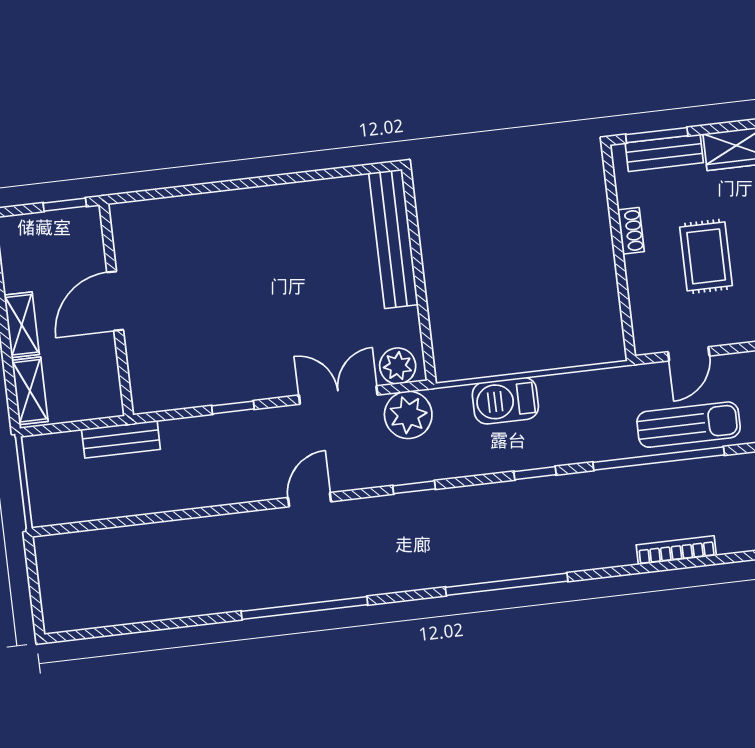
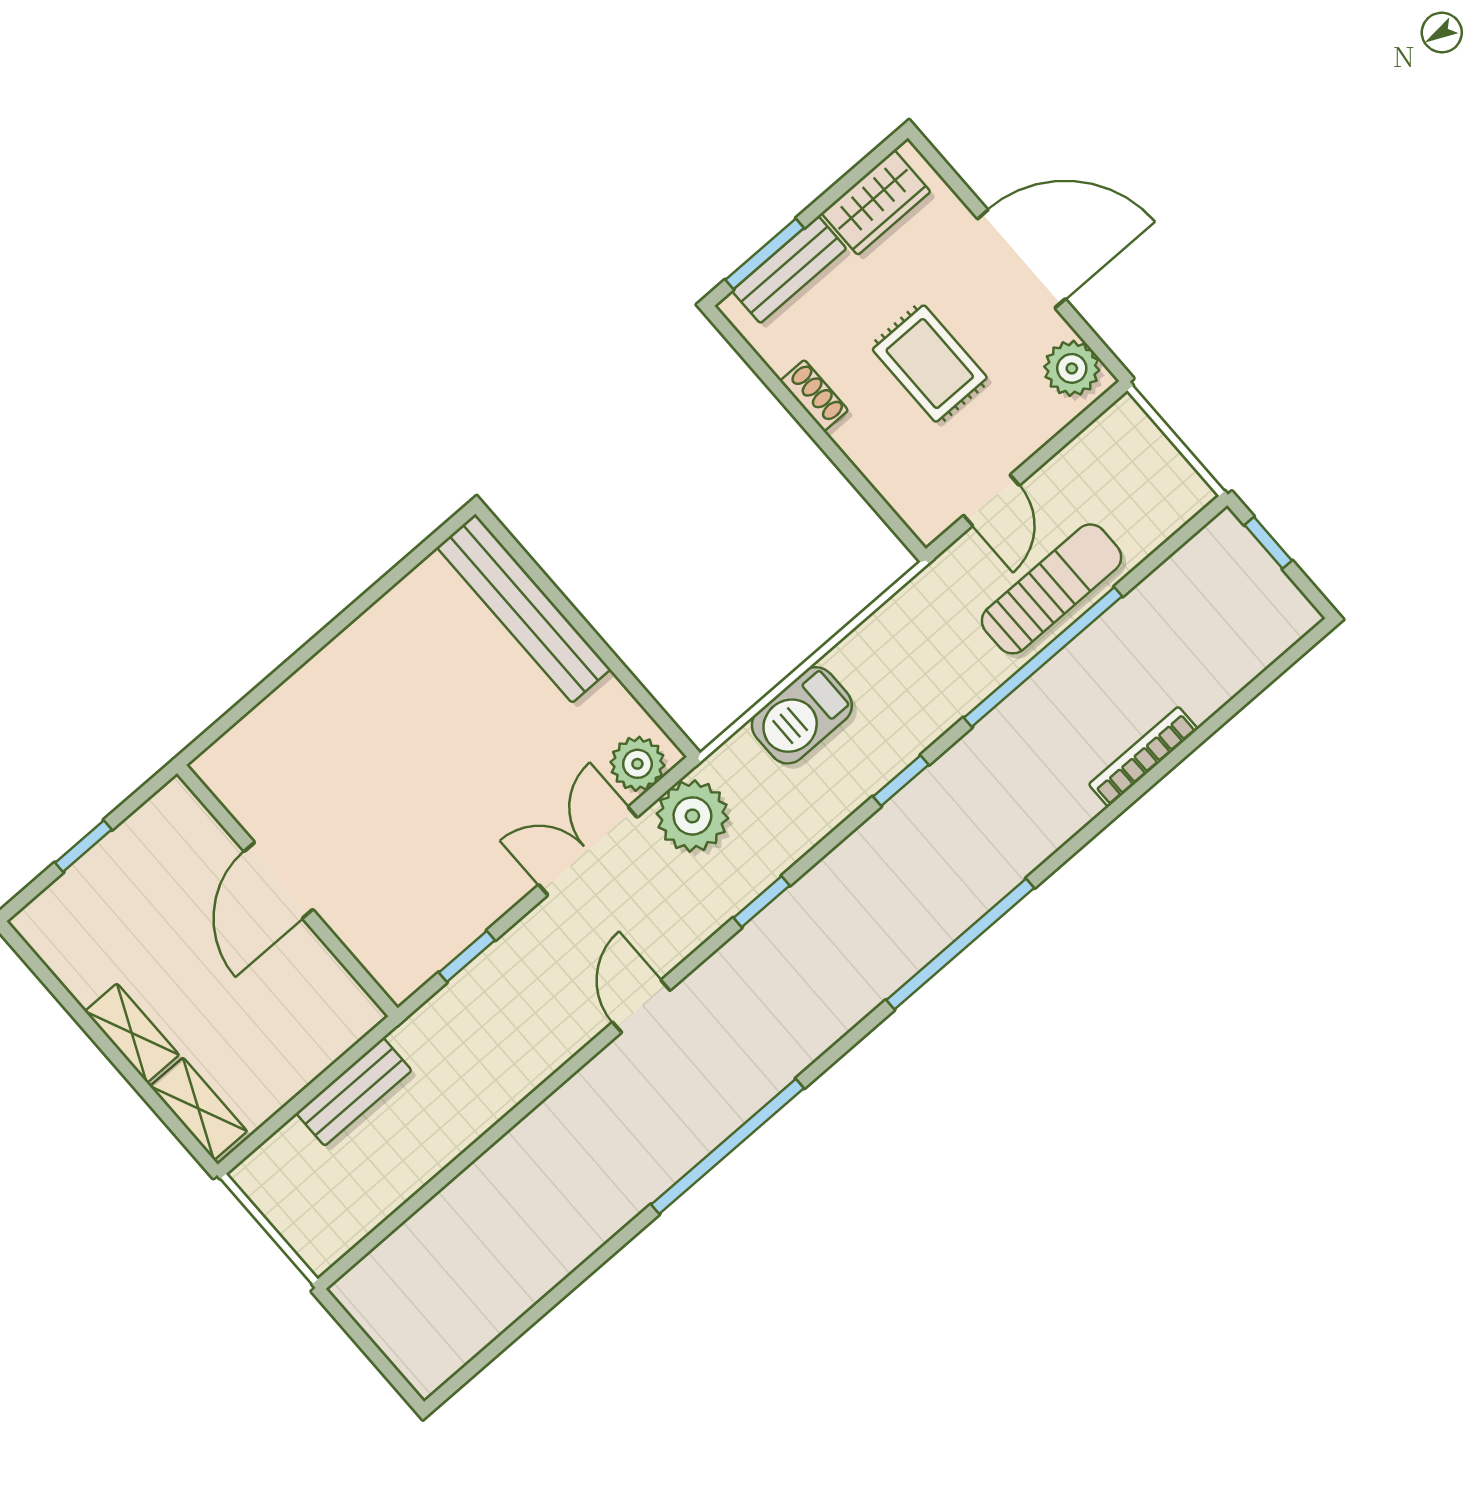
door: (115, 301) -> (278, 880), moved
wall: (116, 310) -> (287, 891), moved

